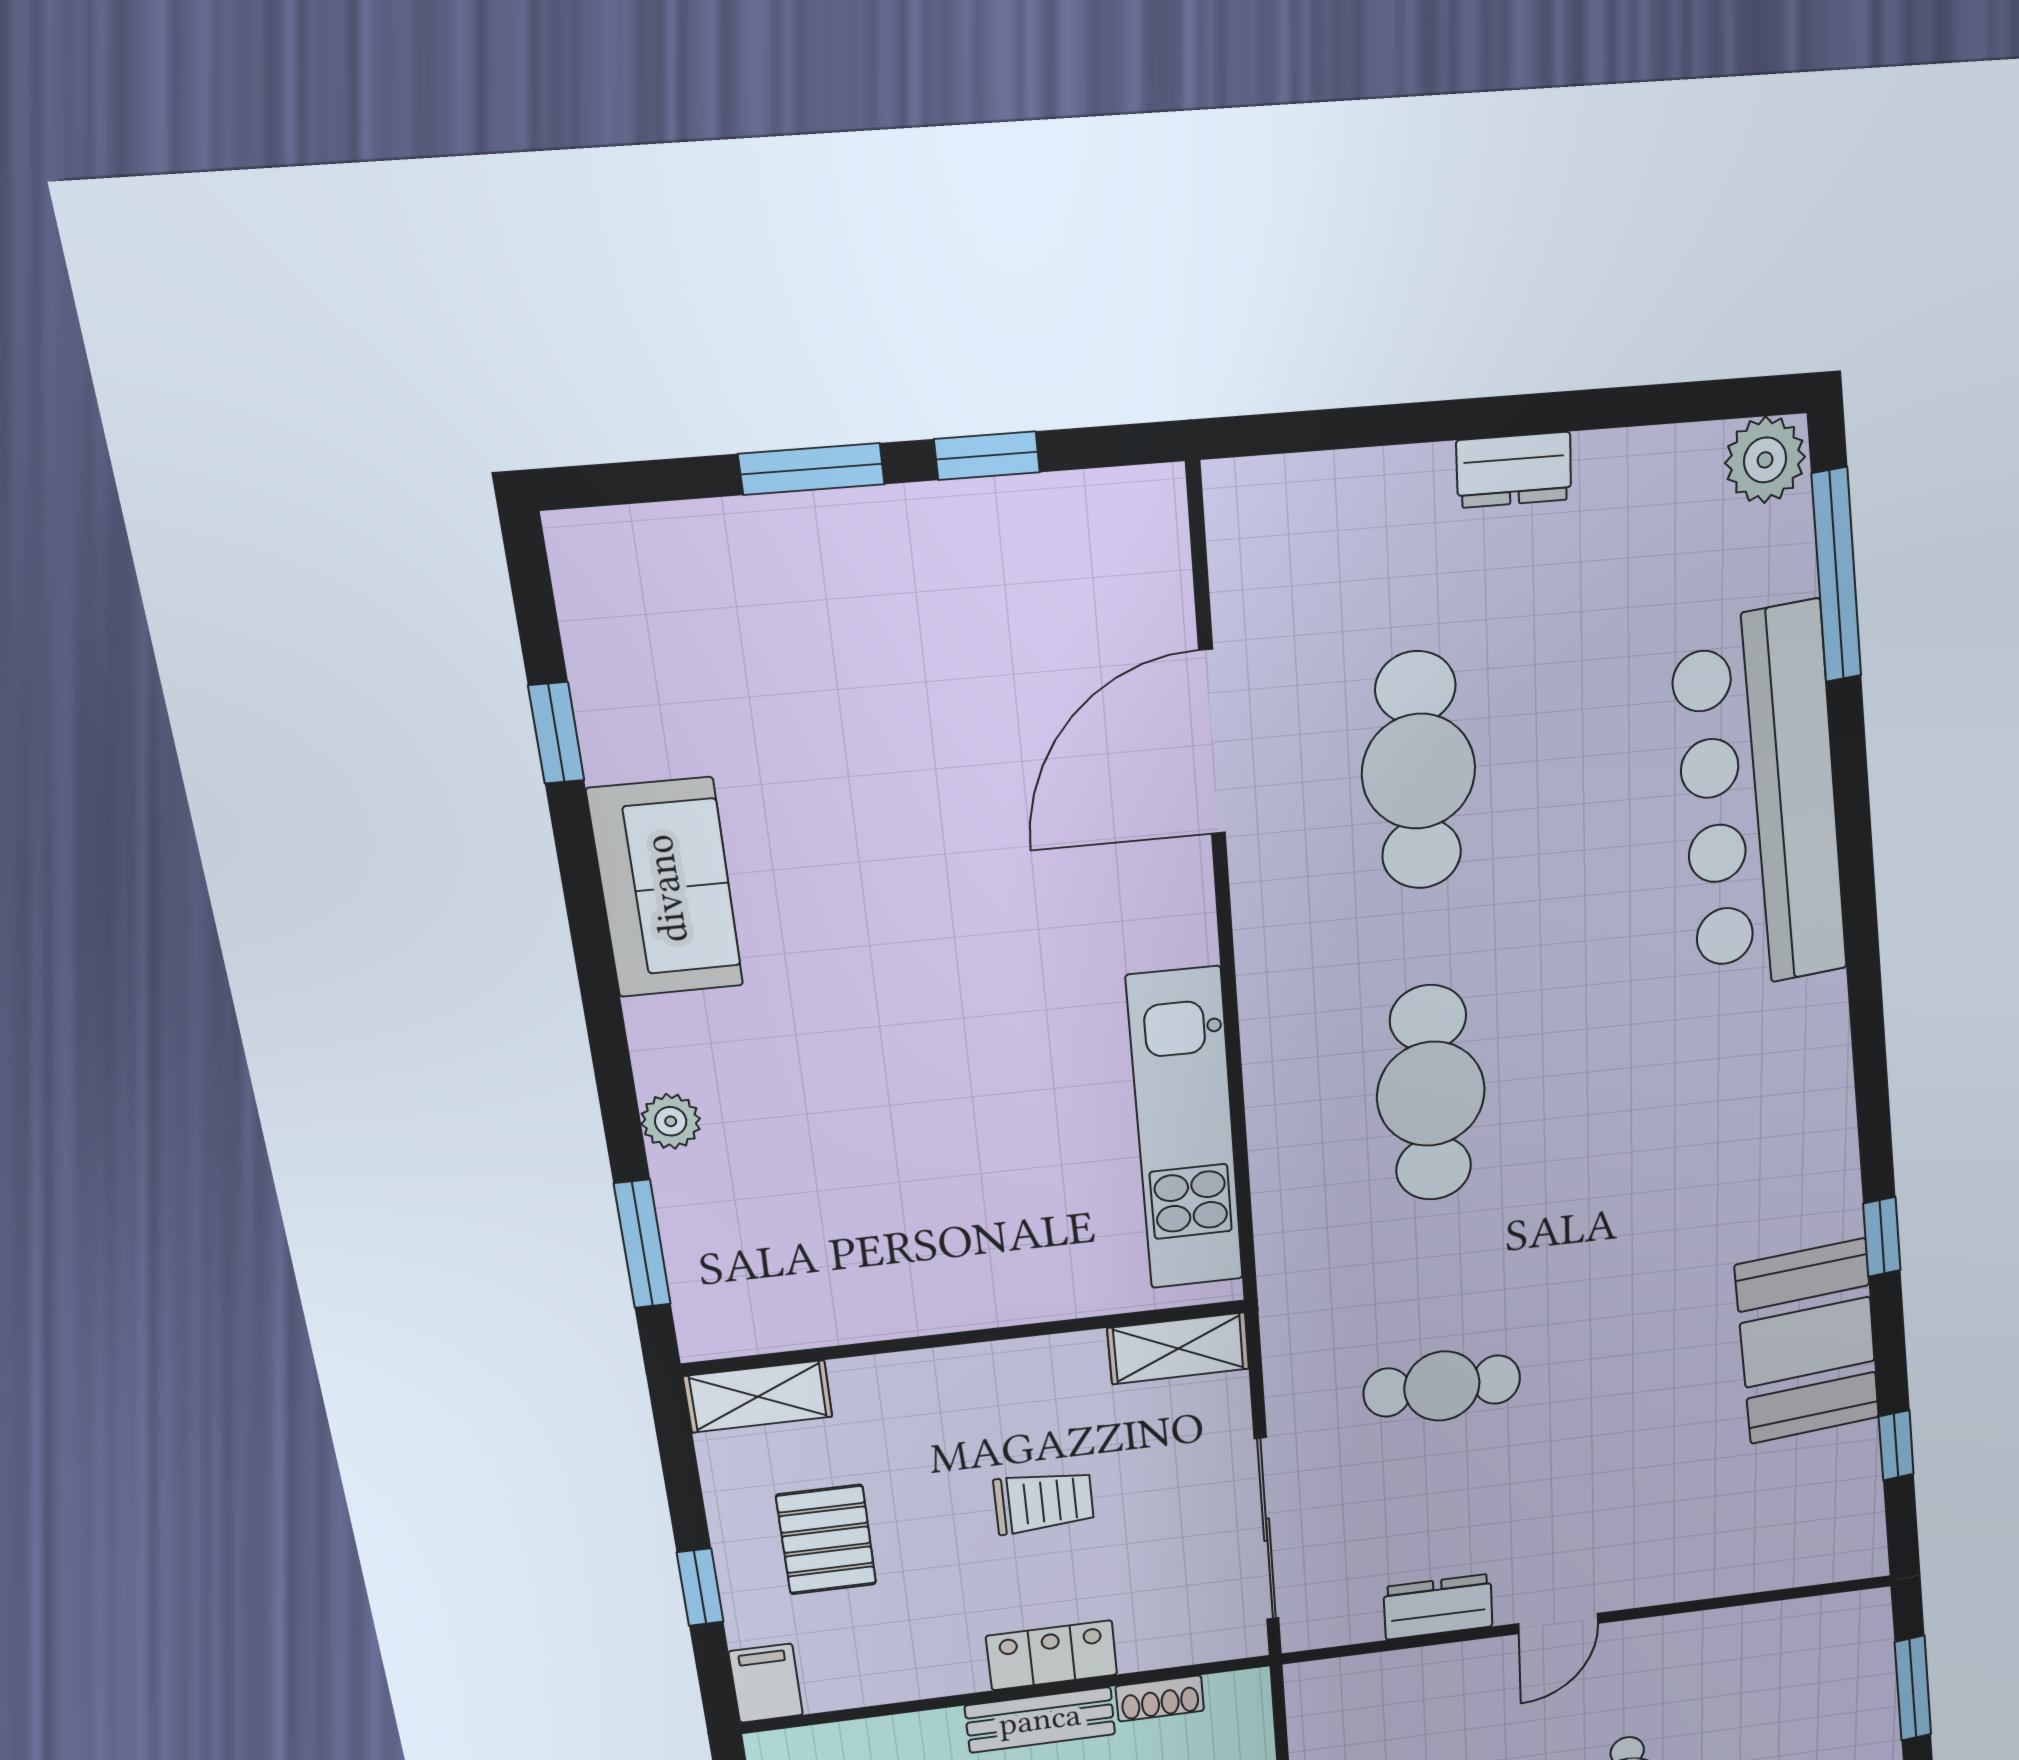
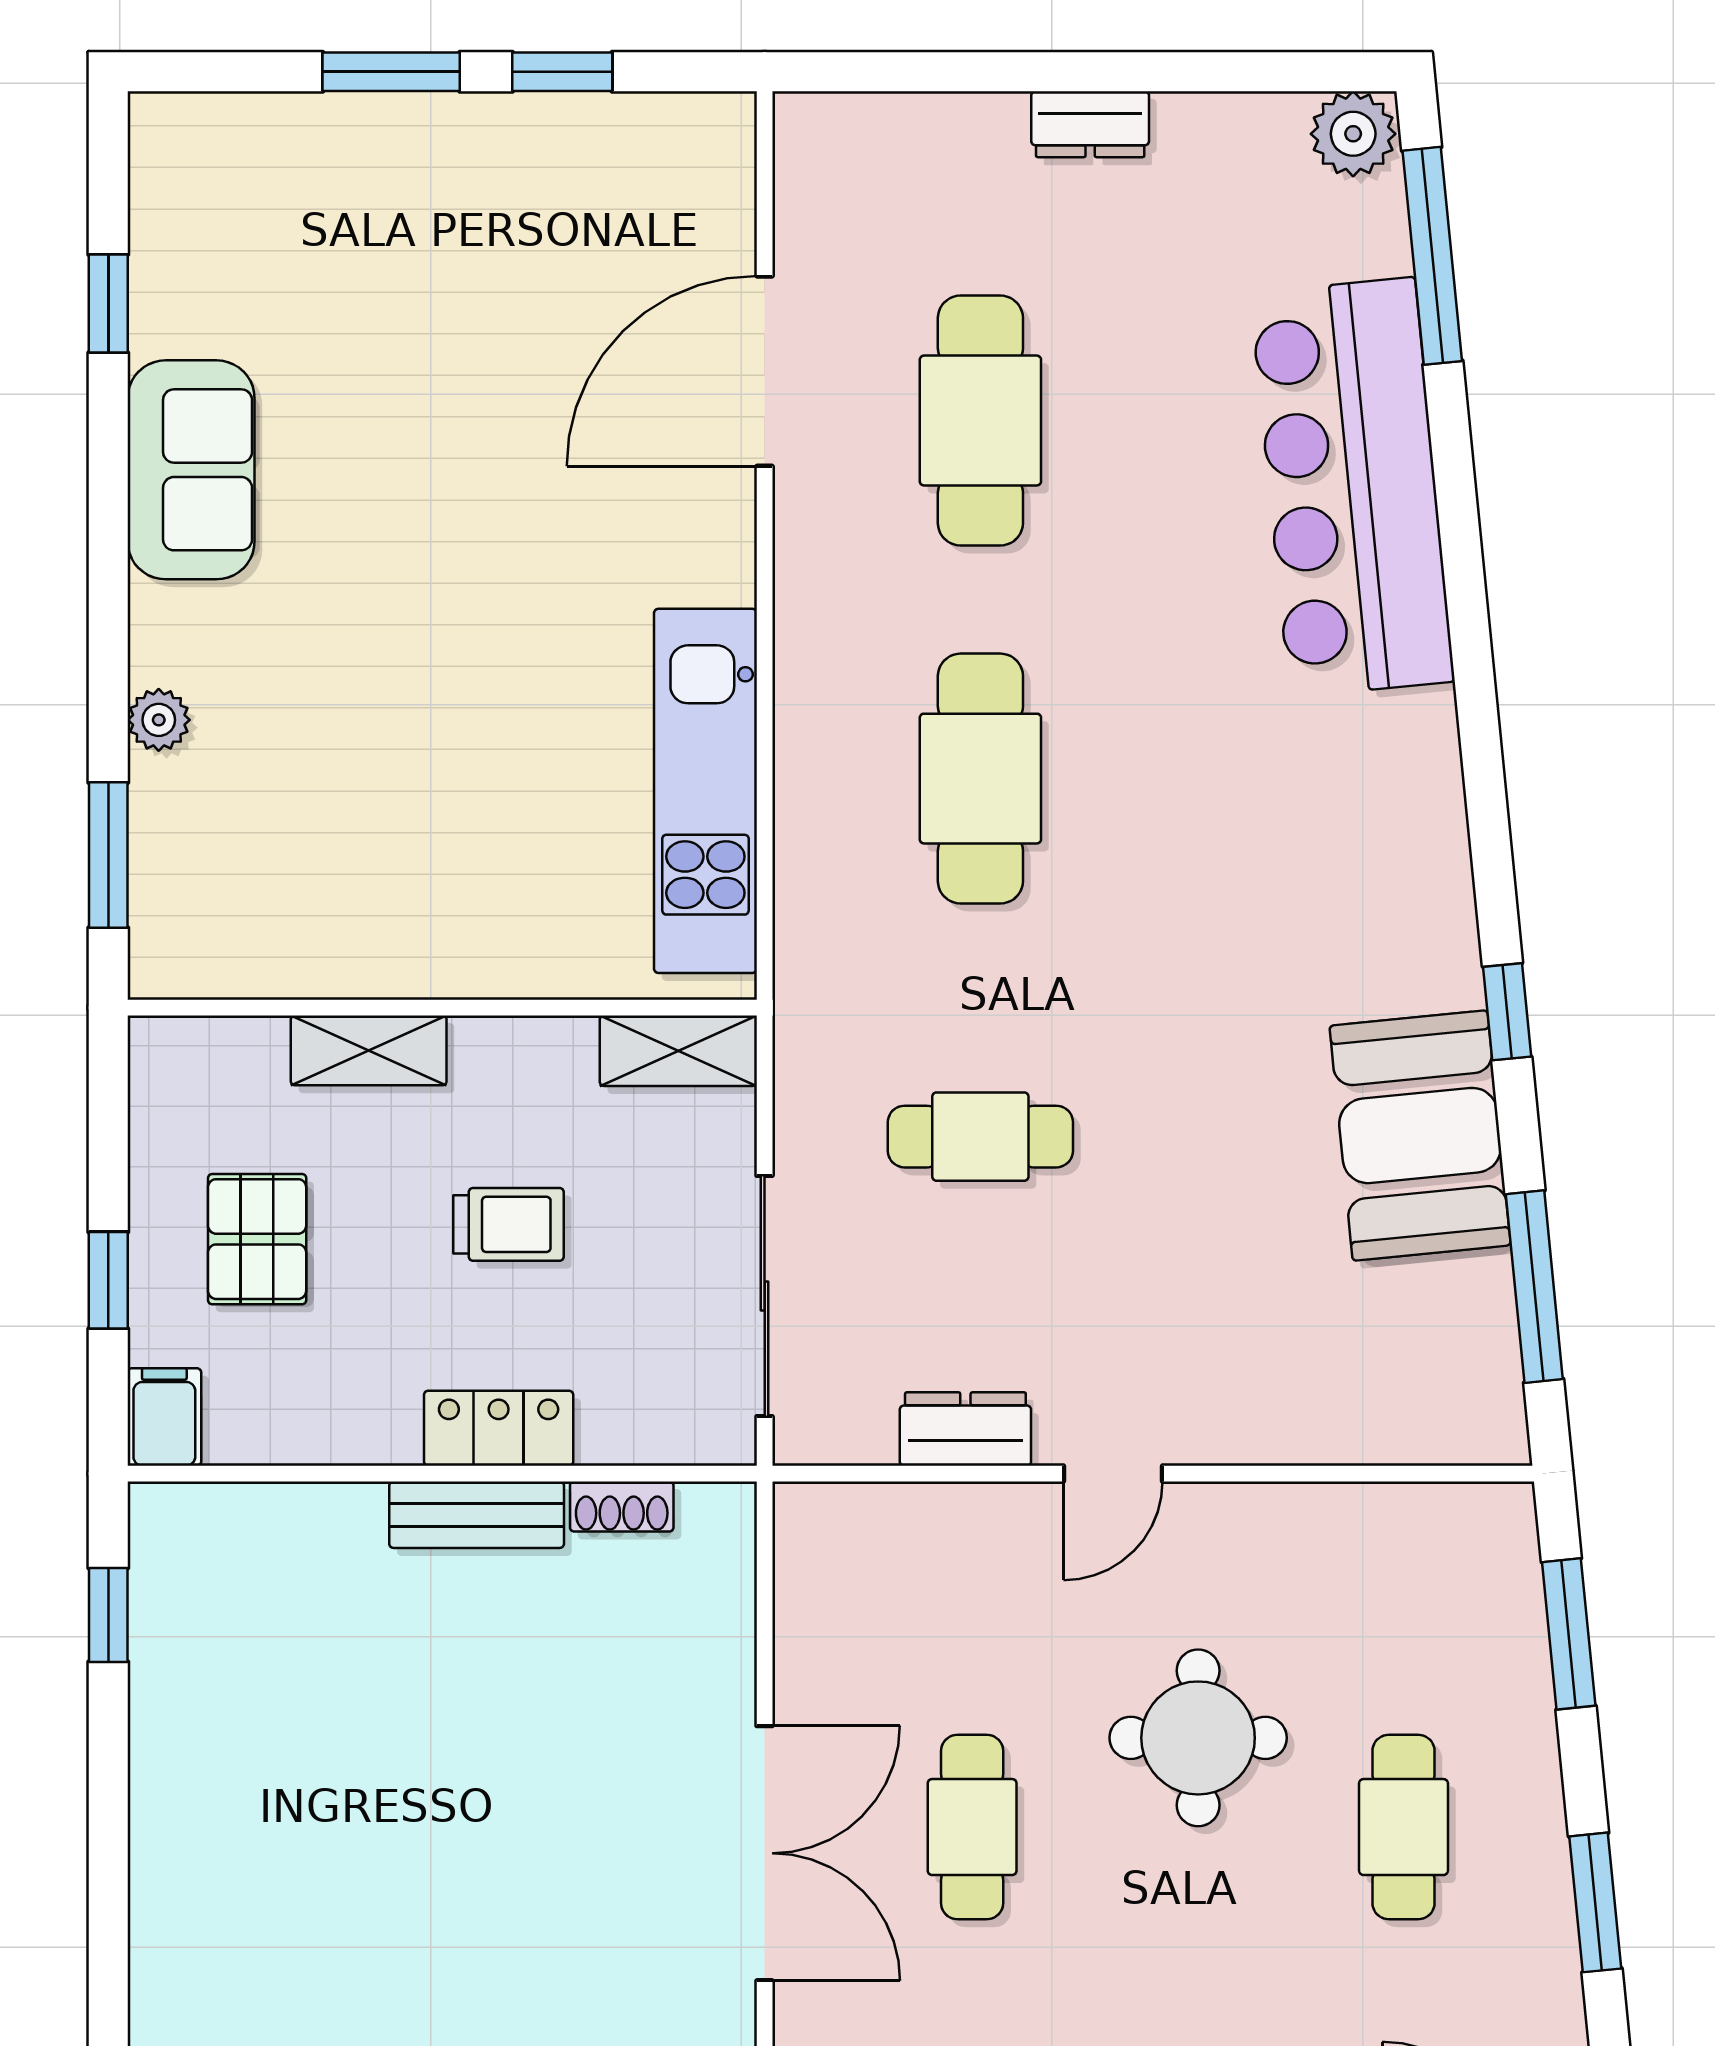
shelving: (758, 1397) -> (369, 1050), moved
window: (1896, 1445) -> (1534, 1287), width x2.17

